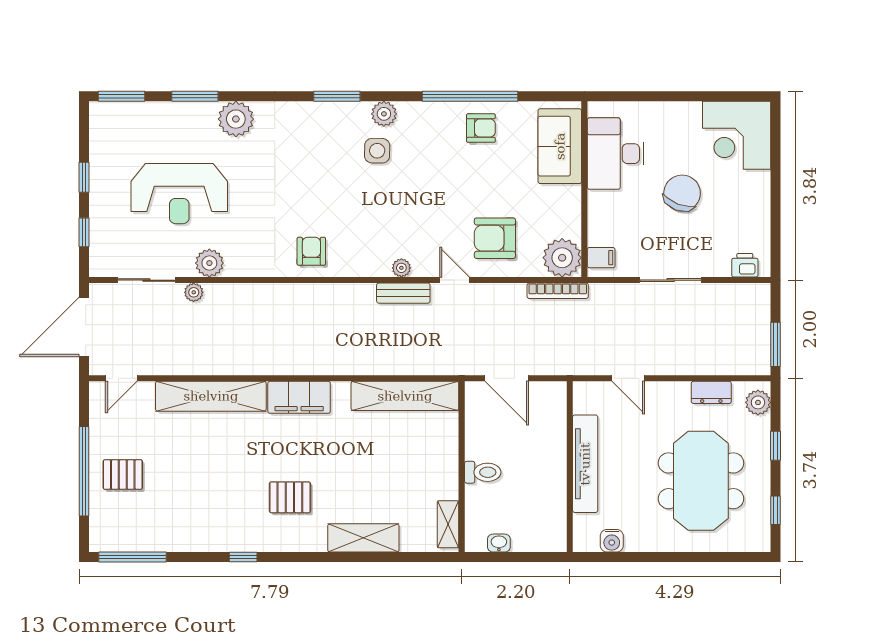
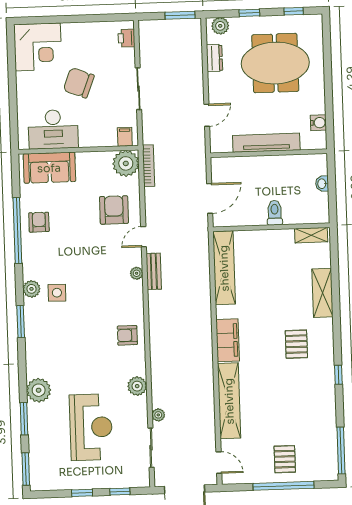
armchair: (495, 238) -> (114, 210), turned 180
plant: (209, 263) -> (137, 386), moved
washbasin: (499, 543) -> (322, 184), moved

